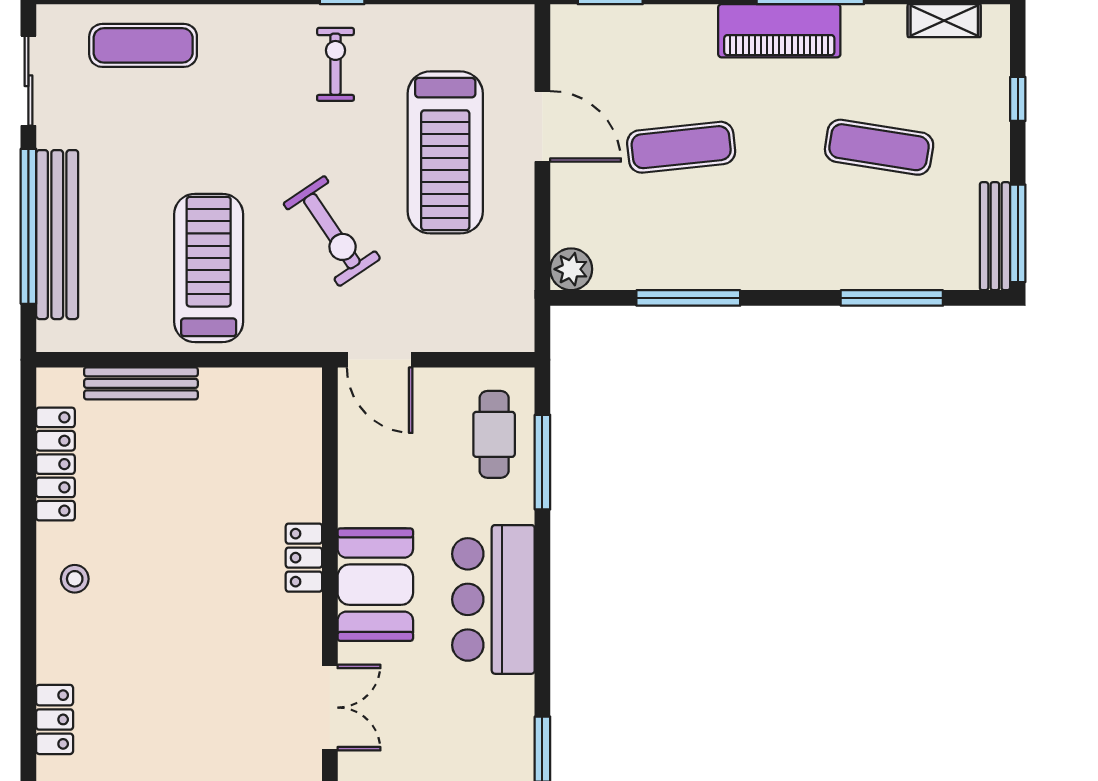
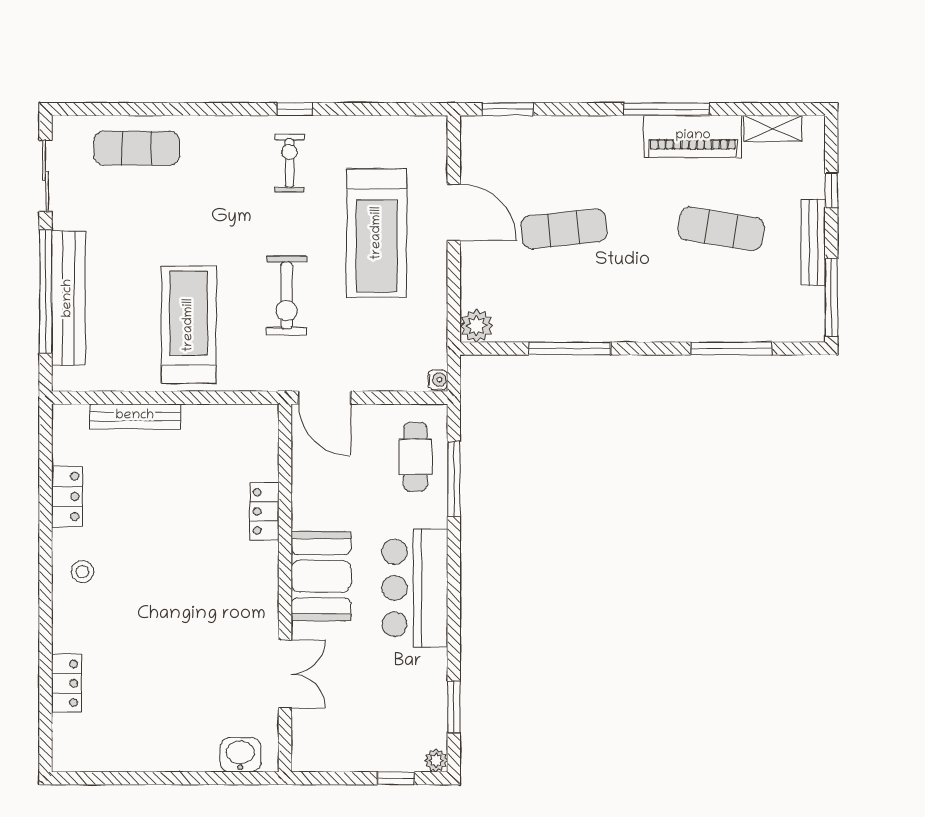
piano: (779, 31) -> (693, 136), moved
exercise bike: (332, 231) -> (287, 295), turned 34
bench: (995, 236) -> (813, 242), moved
water cooler: (522, 337) -> (438, 380), added
locker: (55, 464) -> (67, 496), width x0.66
locker: (304, 558) -> (264, 511), moved

